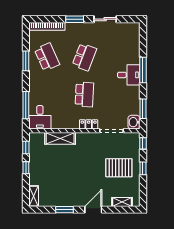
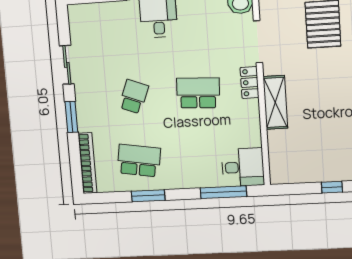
school desk: (47, 57) -> (139, 161), turned 33
school desk: (84, 57) -> (134, 97), width x0.54
shelving: (60, 138) -> (275, 102), moved
window: (26, 147) -> (296, 189), removed

